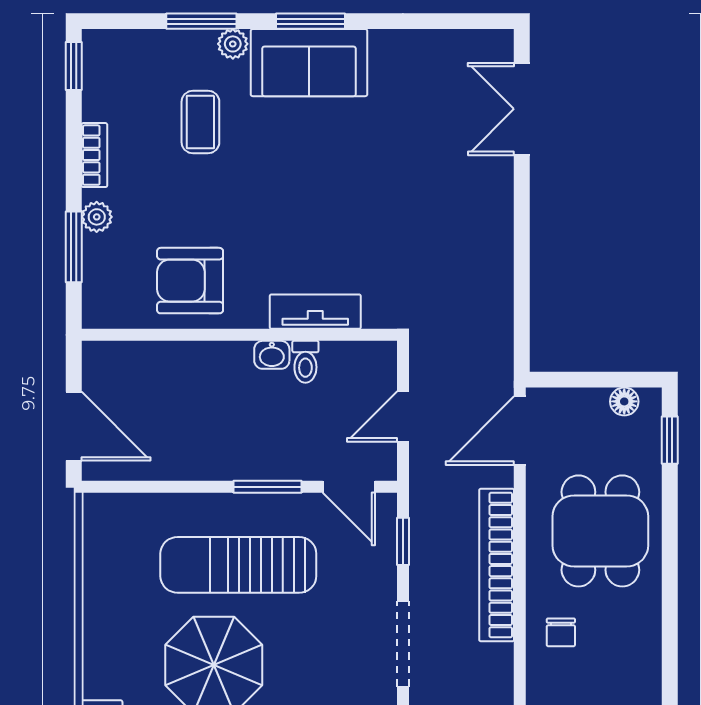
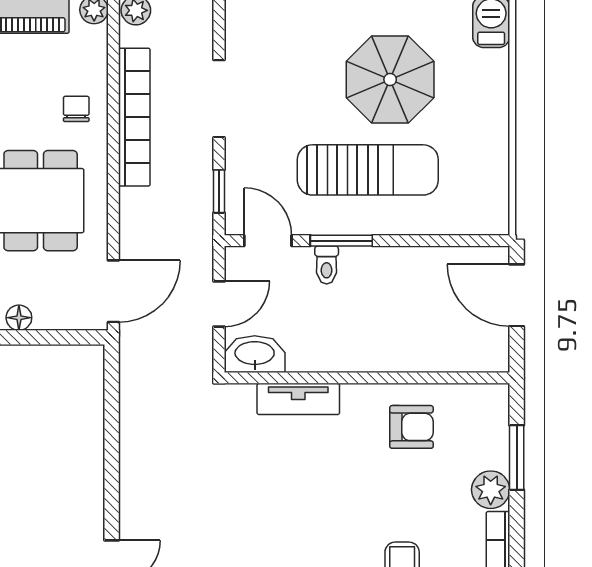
plant: (97, 217) -> (491, 490), width x1.38, depth x1.38
armchair: (190, 281) -> (411, 427), width x0.72, depth x0.72
washbasin: (272, 355) -> (255, 354), moved, width x1.91, depth x1.45
toilet: (305, 362) -> (327, 265), moved, turned 180
bookcase: (497, 565) -> (134, 117), moved

